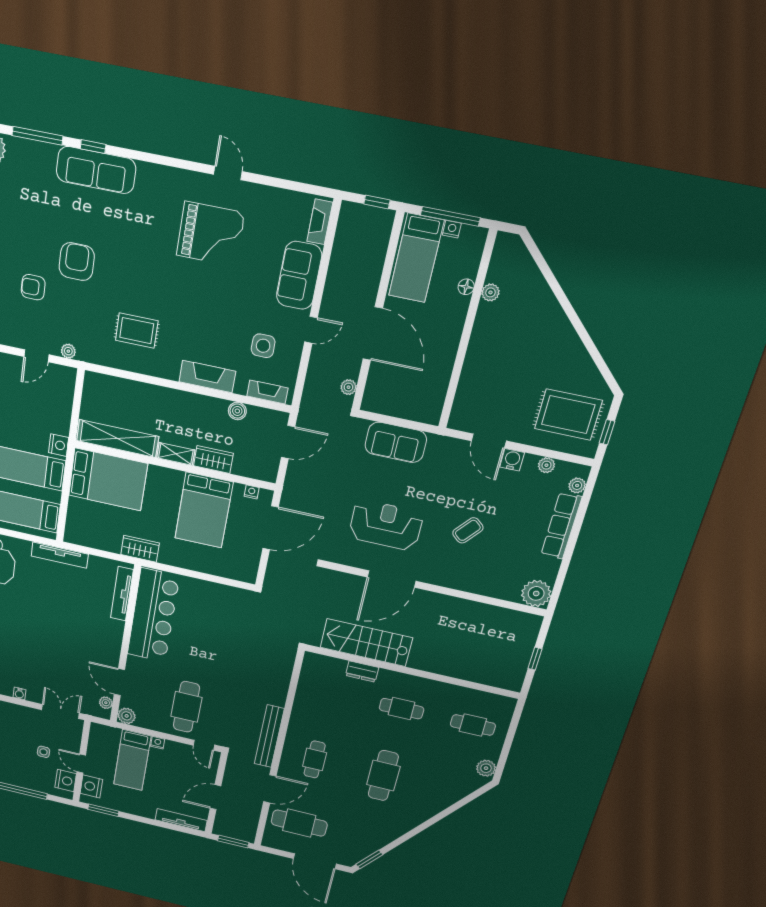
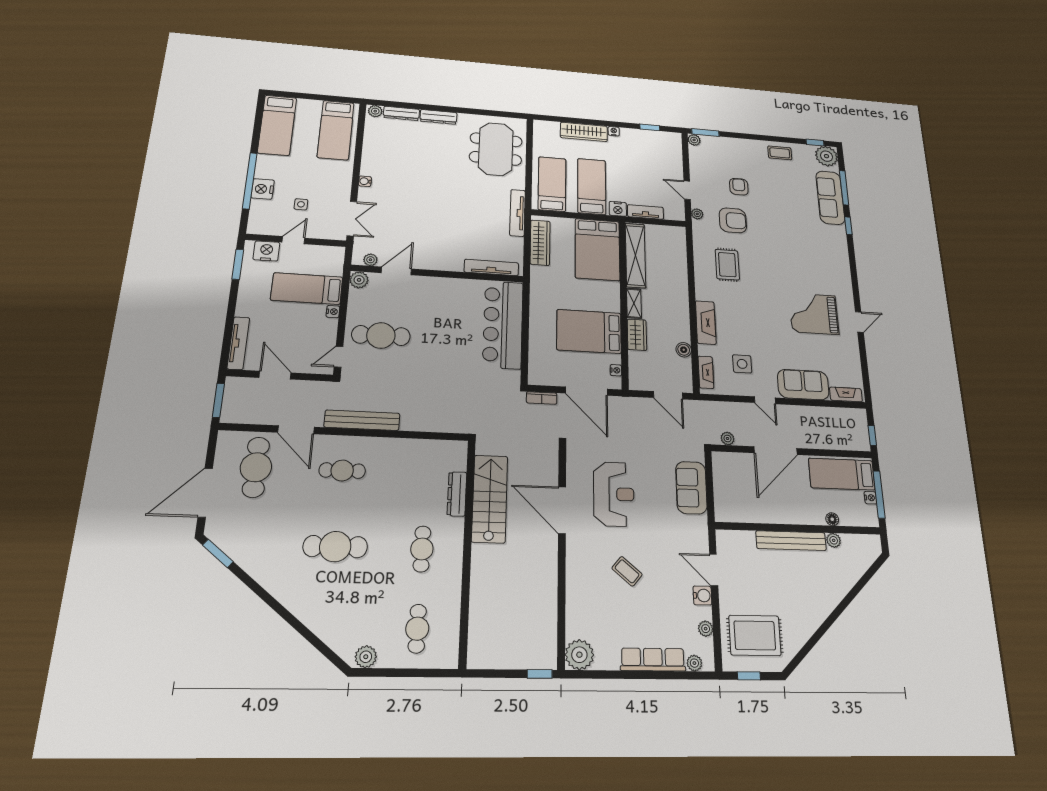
sofa: (96, 170) -> (830, 198), moved
grand piano: (210, 234) -> (814, 314), turned 90
armchair: (77, 262) -> (733, 220), moved
bench: (479, 345) -> (791, 541), added
tv unit: (64, 414) -> (646, 212), added
rug: (568, 415) -> (755, 635), turned 90
door: (489, 441) -> (714, 570), hinge flipped
wardrobe: (140, 549) -> (540, 243), moved, width x1.50
bookcase: (271, 574) -> (542, 398), added
bar counter: (153, 615) -> (503, 325), moved, turned 90
window: (535, 659) -> (540, 674), moved
dresser: (362, 672) -> (457, 494), width x1.44
nightstand: (66, 781) -> (263, 189), moved, turned 90

